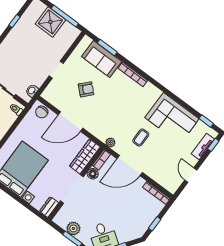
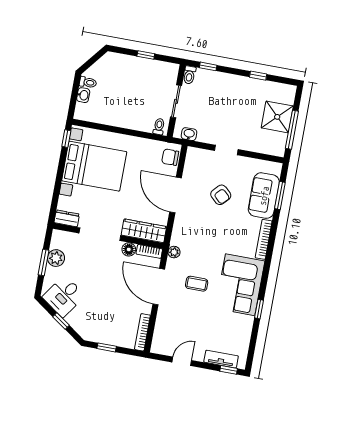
corner sofa: (172, 118) -> (240, 285), moved
window: (206, 121) -> (259, 309), moved

